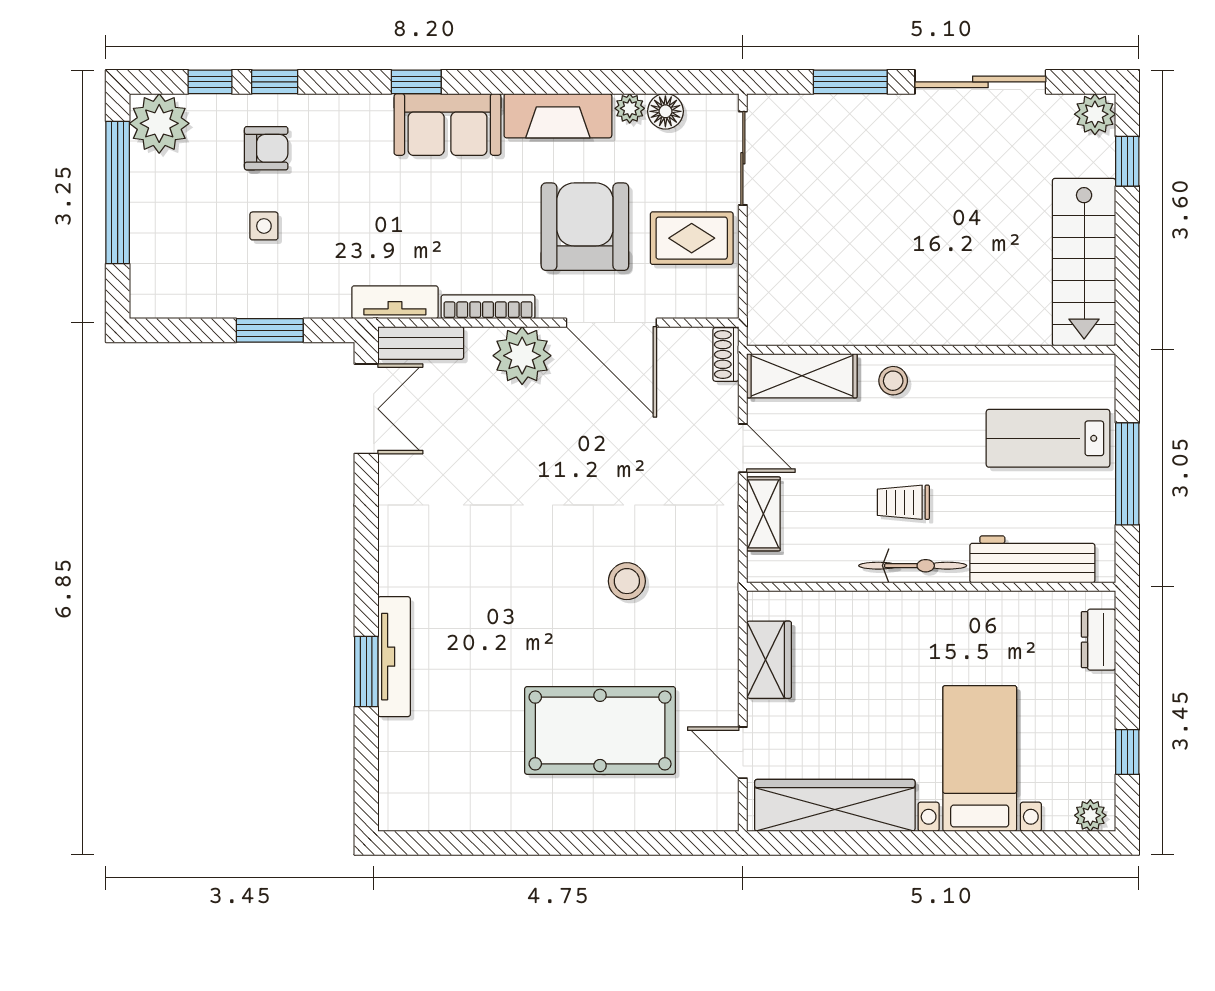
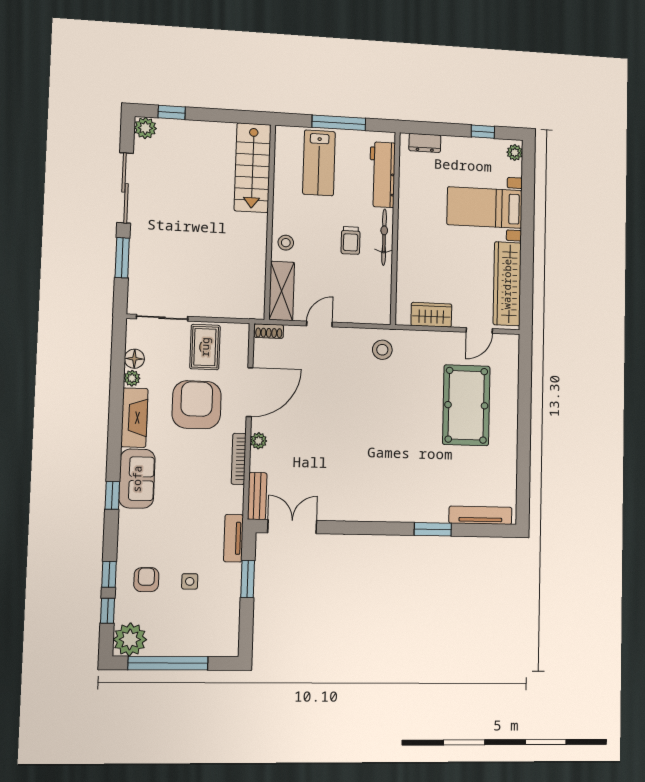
armchair: (585, 227) -> (197, 405), turned 90
stairs: (1084, 262) -> (253, 168), moved, turned 90
tv unit: (395, 302) -> (233, 538), moved
plant: (522, 356) -> (259, 441), width x0.53, depth x0.53
shelving: (763, 514) -> (355, 315), removed
stool: (627, 581) -> (382, 350), moved
tv unit: (394, 657) -> (480, 515), moved

